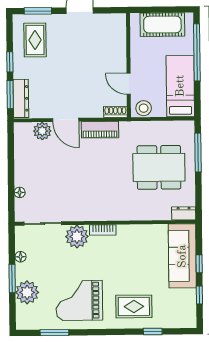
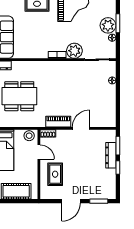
rug: (35, 40) -> (55, 174), moved
dresser: (21, 98) -> (111, 155), moved
door: (66, 120) -> (81, 128), hinge flipped
plant: (42, 131) -> (97, 121), removed
plant: (27, 292) -> (108, 25), moved

